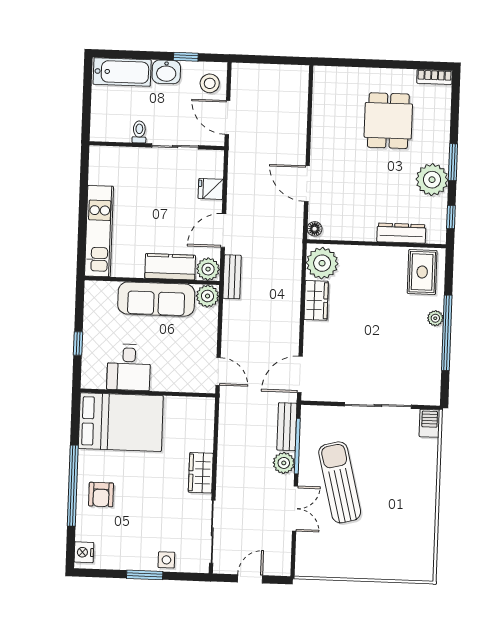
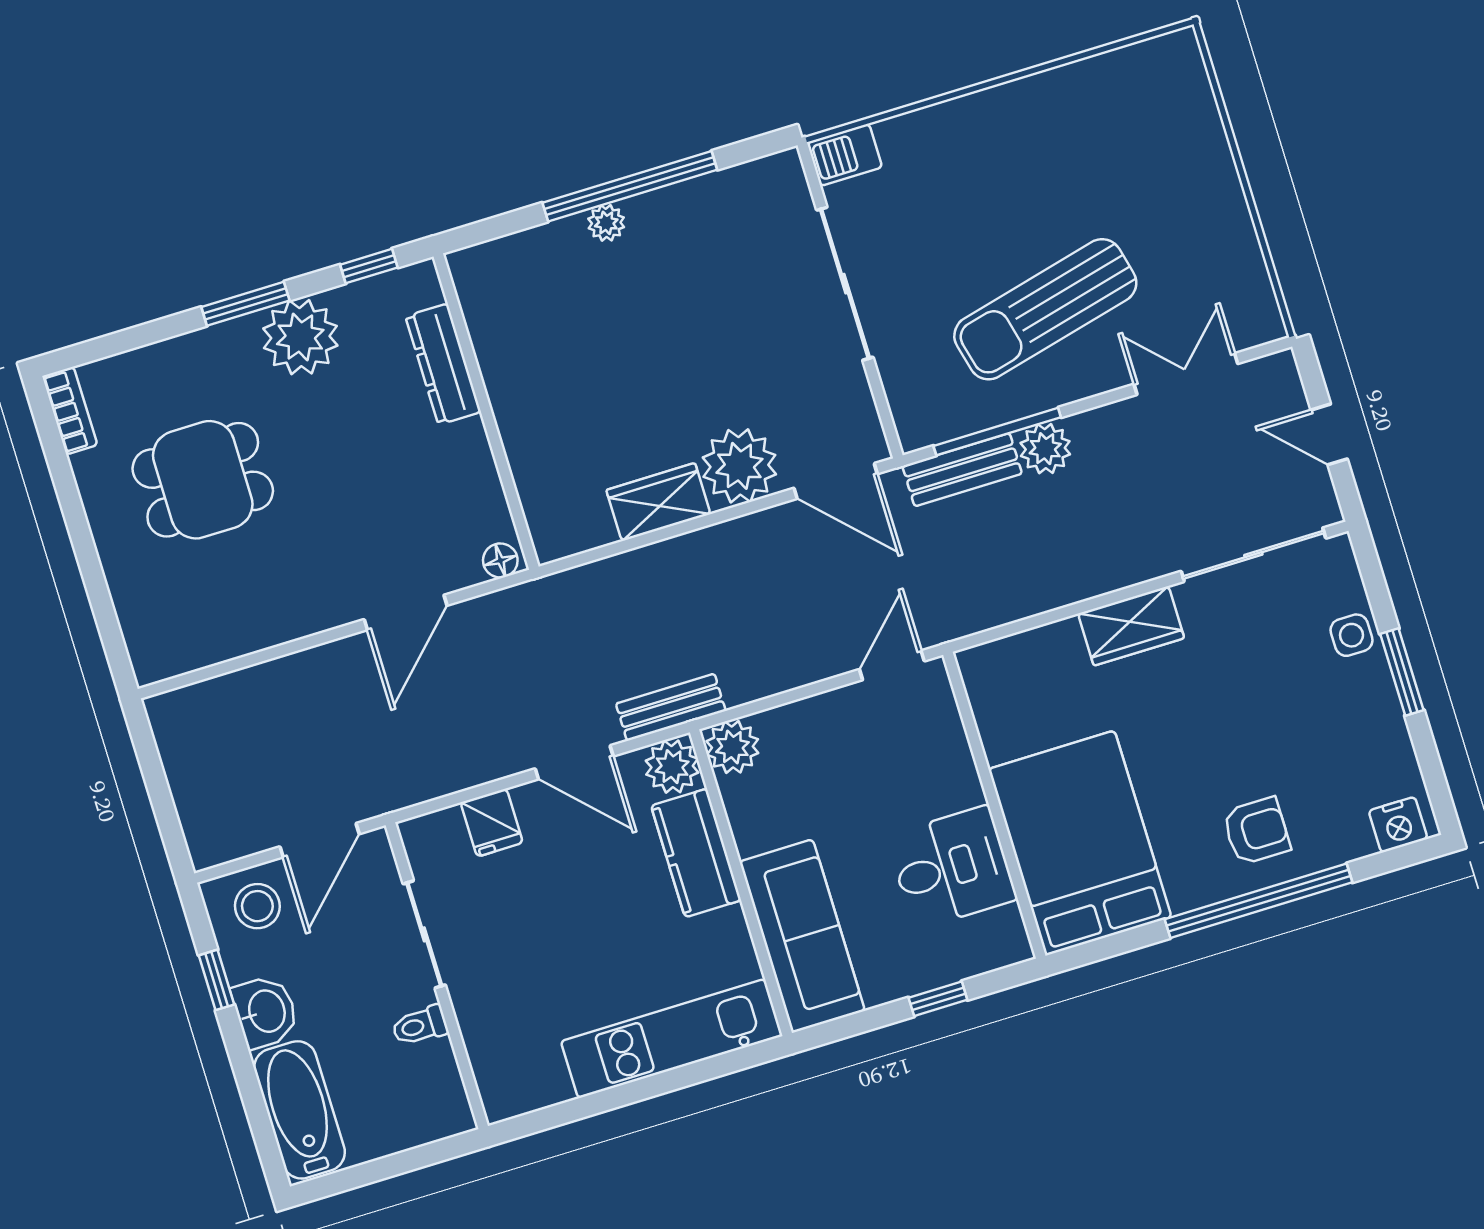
plant: (322, 263) -> (739, 466), moved
rug: (422, 272) -> (514, 288), removed
sofa: (156, 299) -> (802, 936), moved
double door: (295, 509) -> (1186, 374), moved

